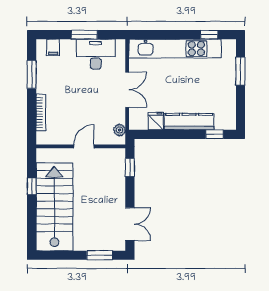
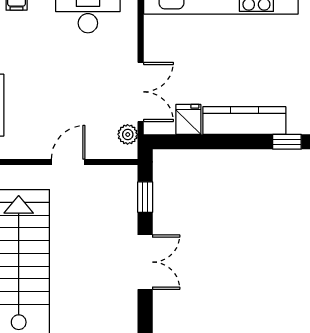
double door: (127, 90) -> (141, 92), moved
double door: (130, 224) -> (145, 262), moved

